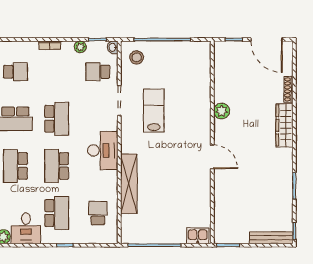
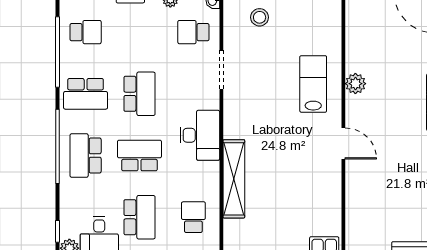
stool: (137, 57) -> (260, 17), moved
lab bench: (154, 111) -> (313, 84), moved
school desk: (57, 166) -> (139, 155), turned 90

